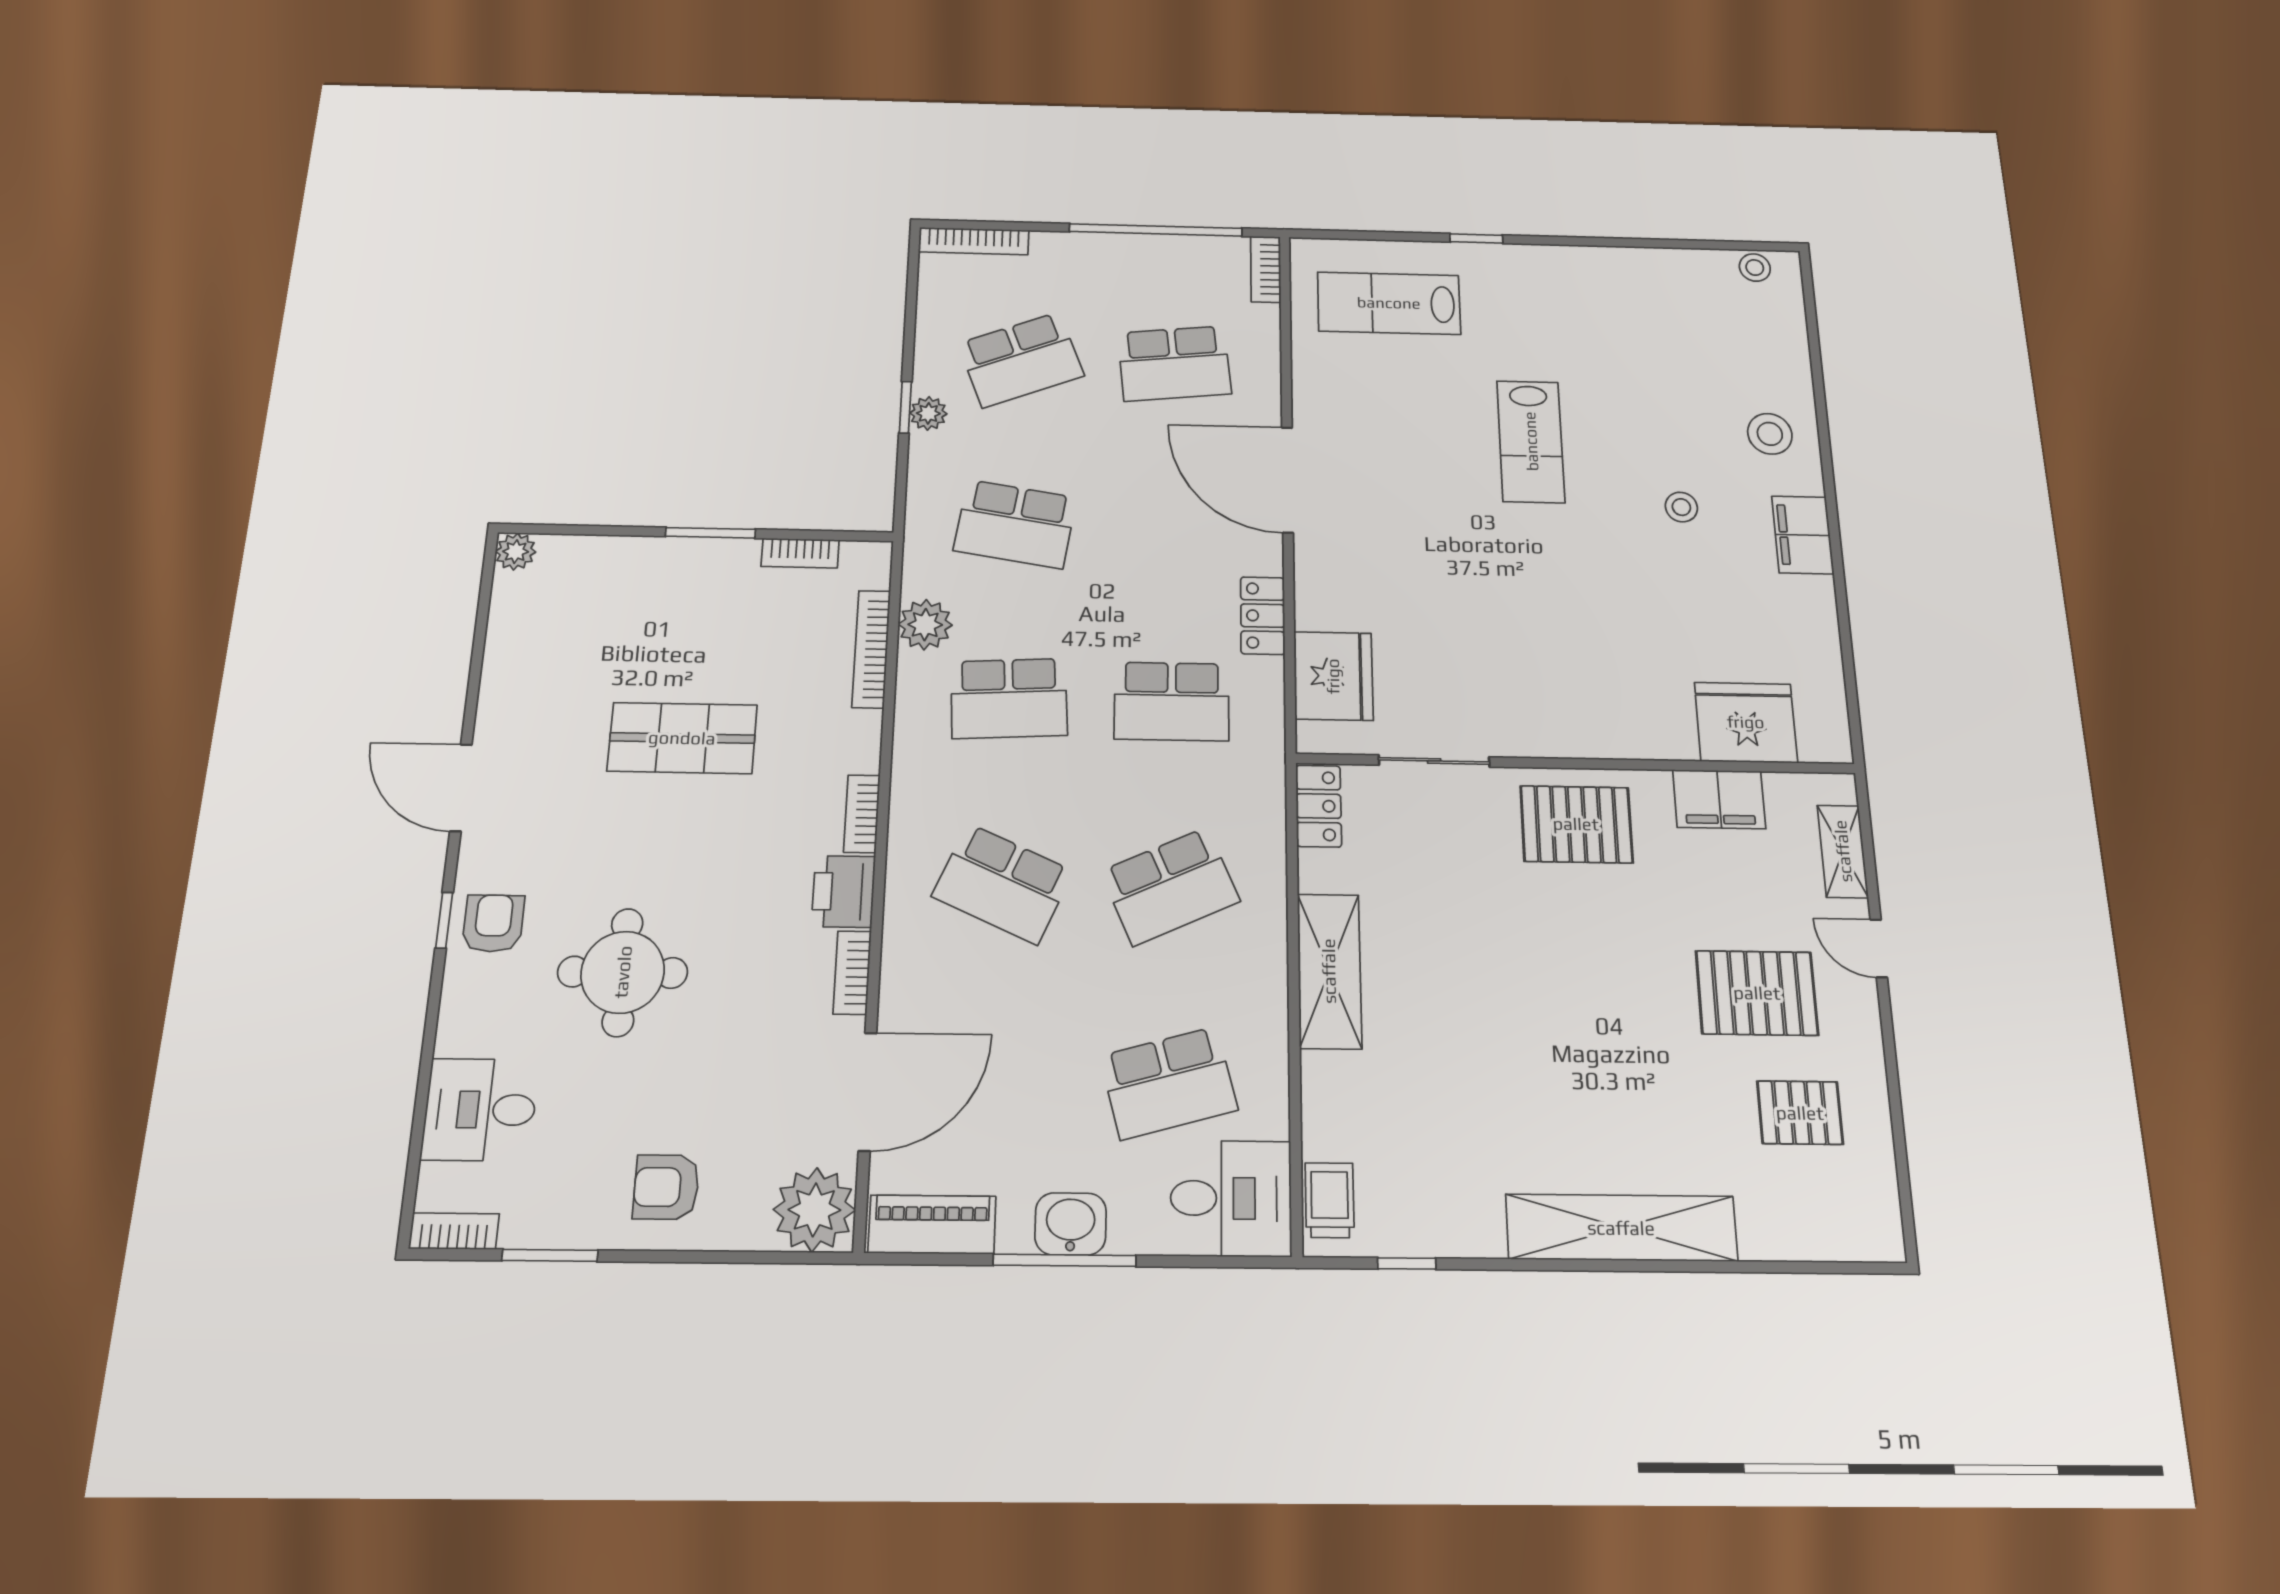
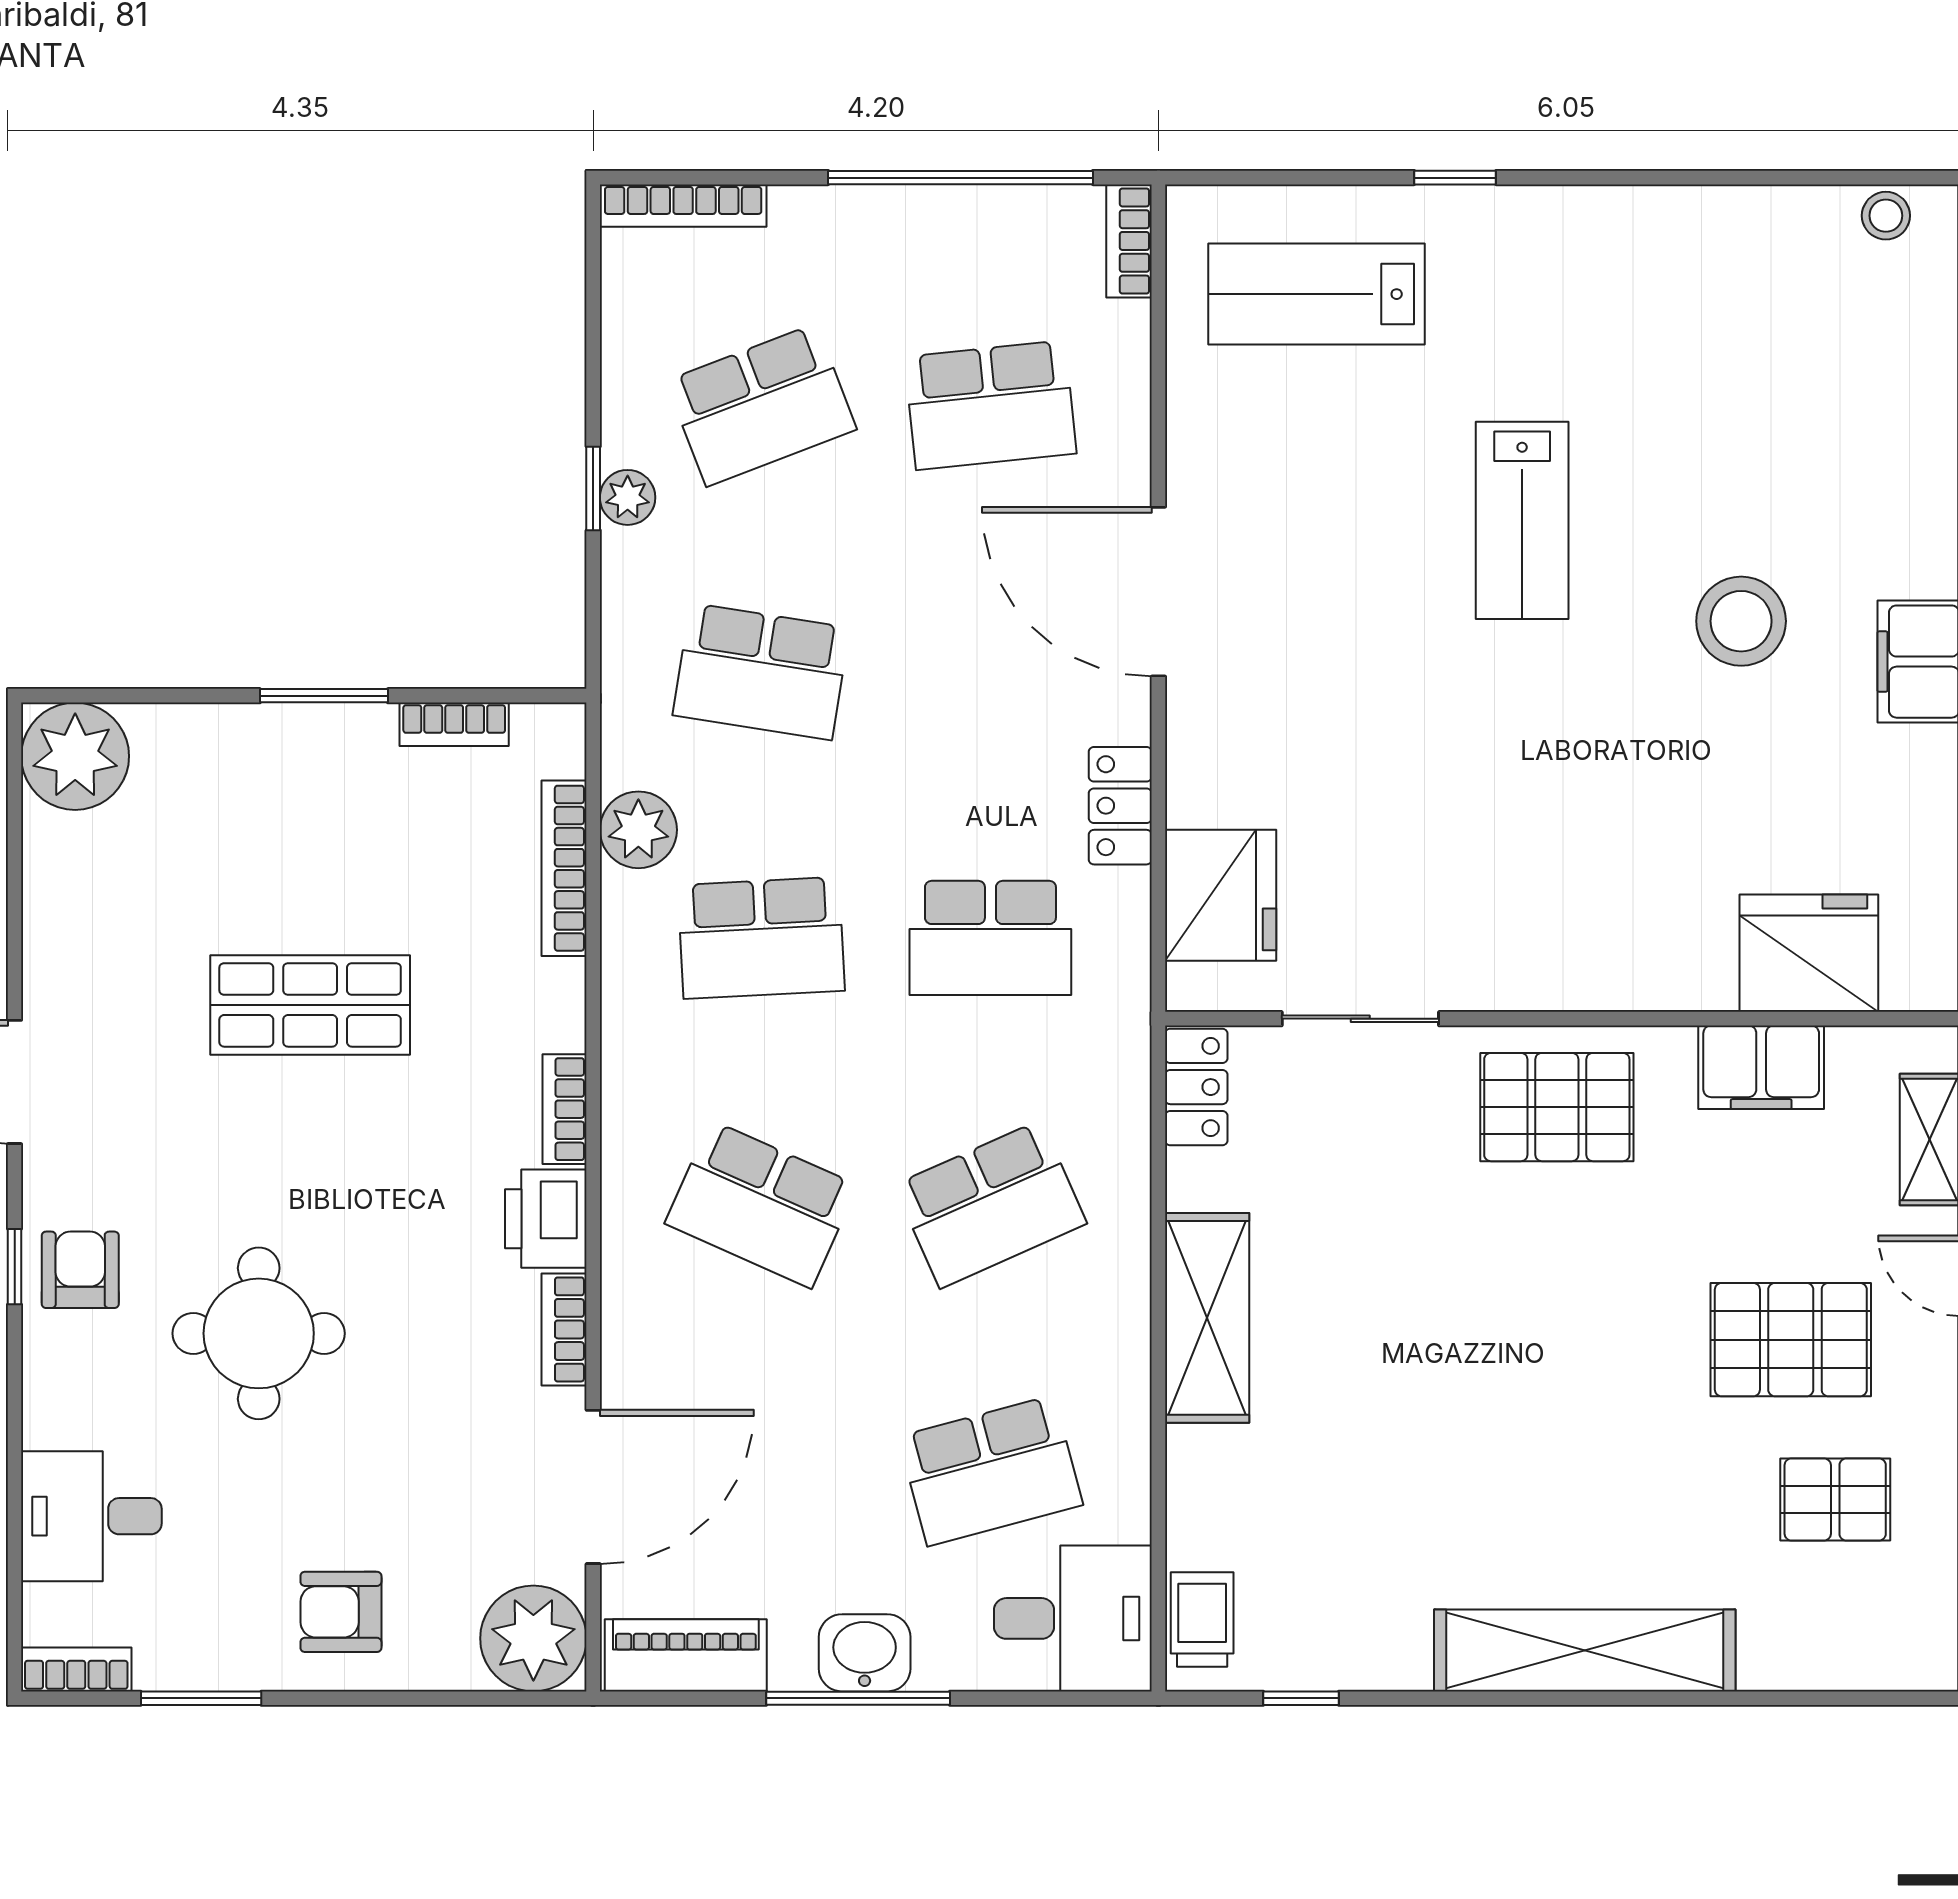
stool: (1770, 434) -> (1884, 499), removed
stool: (1681, 507) -> (1741, 621), width x1.89, depth x1.89
plant: (516, 552) -> (75, 756), width x1.88, depth x1.88

